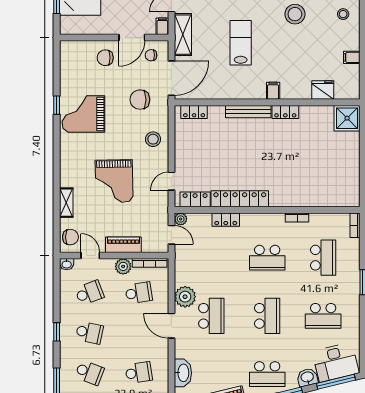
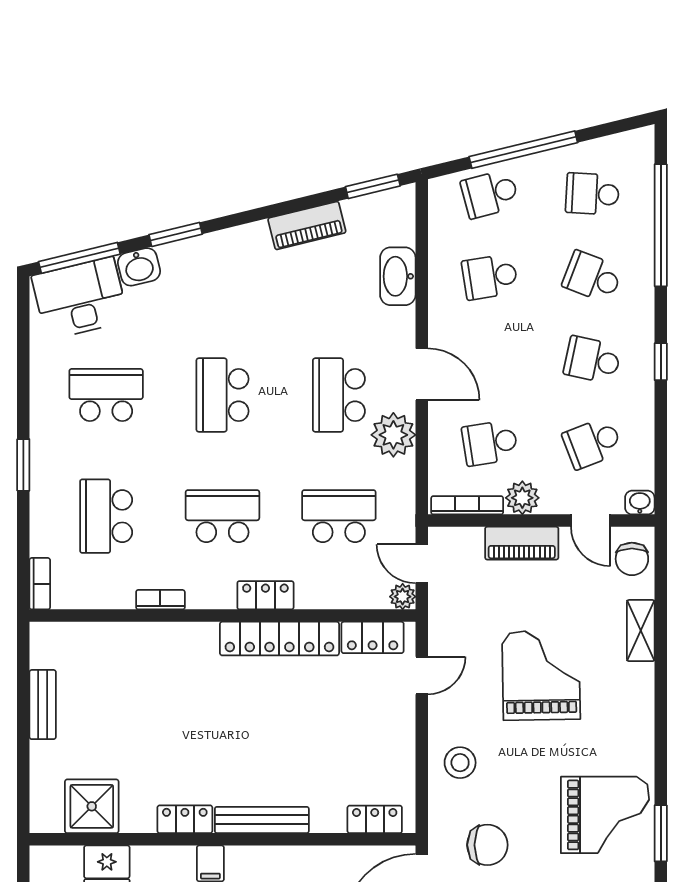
window: (57, 105) -> (661, 833), width x1.50
shower: (347, 118) -> (92, 806), moved
bench: (354, 167) -> (43, 705), added
locker: (226, 220) -> (265, 595), moved
chair: (70, 237) -> (632, 559), turned -90
school desk: (267, 374) -> (339, 516), moved

